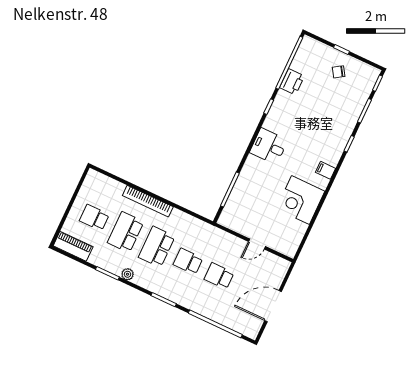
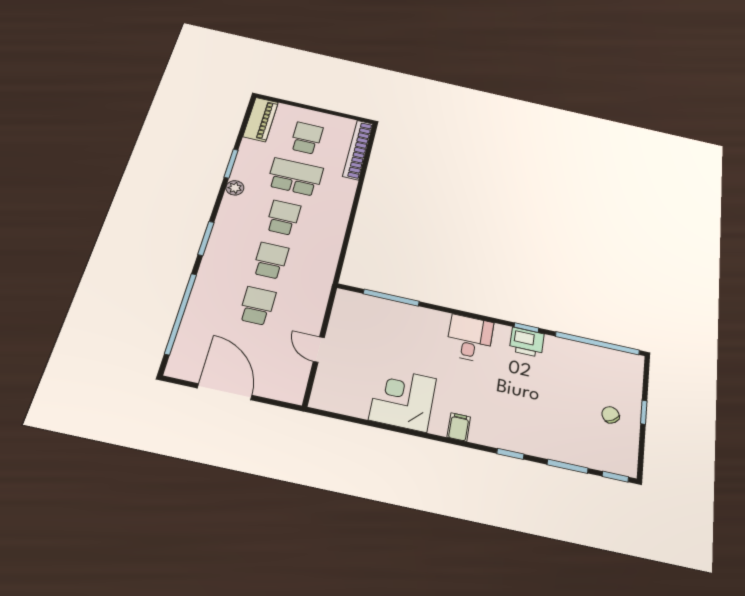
printer: (292, 82) -> (527, 342), moved
bookcase: (148, 201) -> (358, 150), moved
school desk: (157, 247) -> (283, 218), width x0.54

